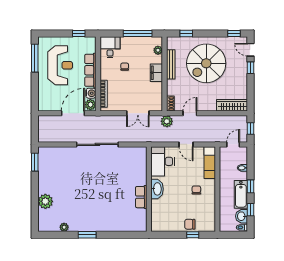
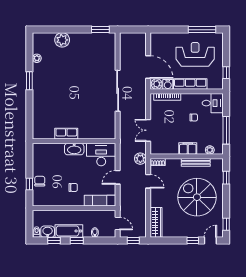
reception desk: (60, 65) -> (195, 54), turned 180

